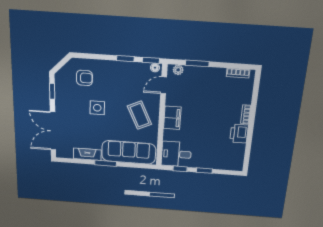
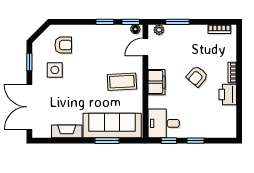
side table: (97, 108) -> (55, 70), moved
coffee table: (140, 115) -> (122, 82), turned -68
armchair: (211, 115) -> (197, 76), added
window: (106, 163) -> (107, 141), moved

